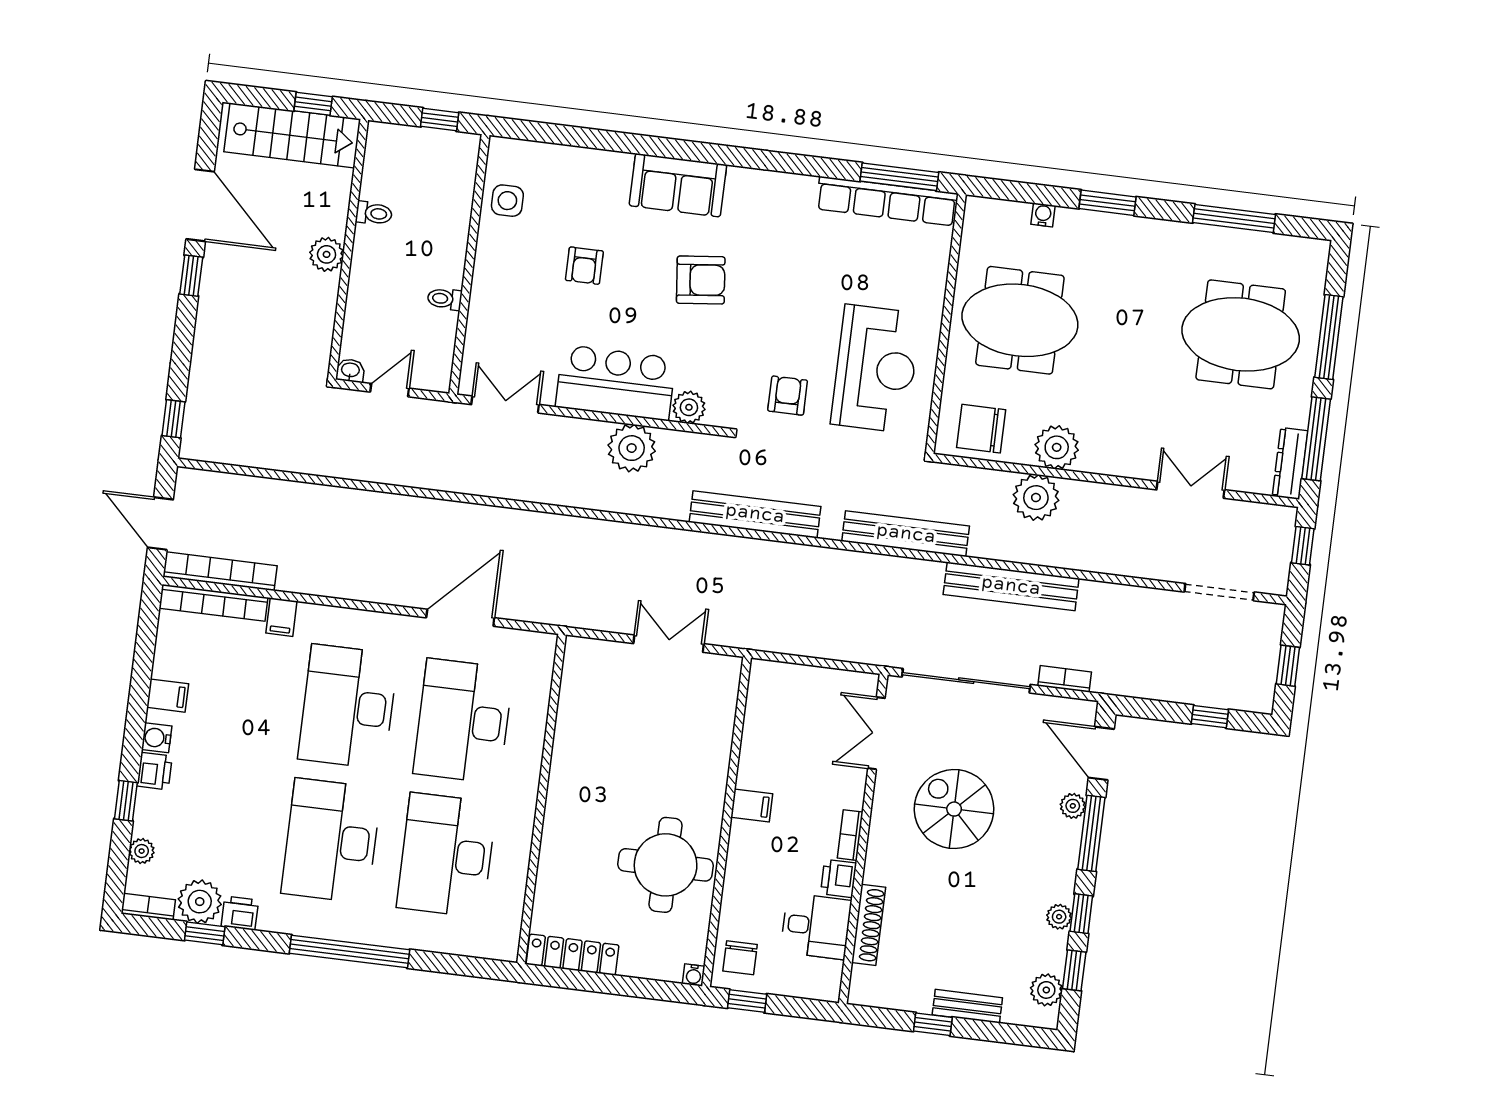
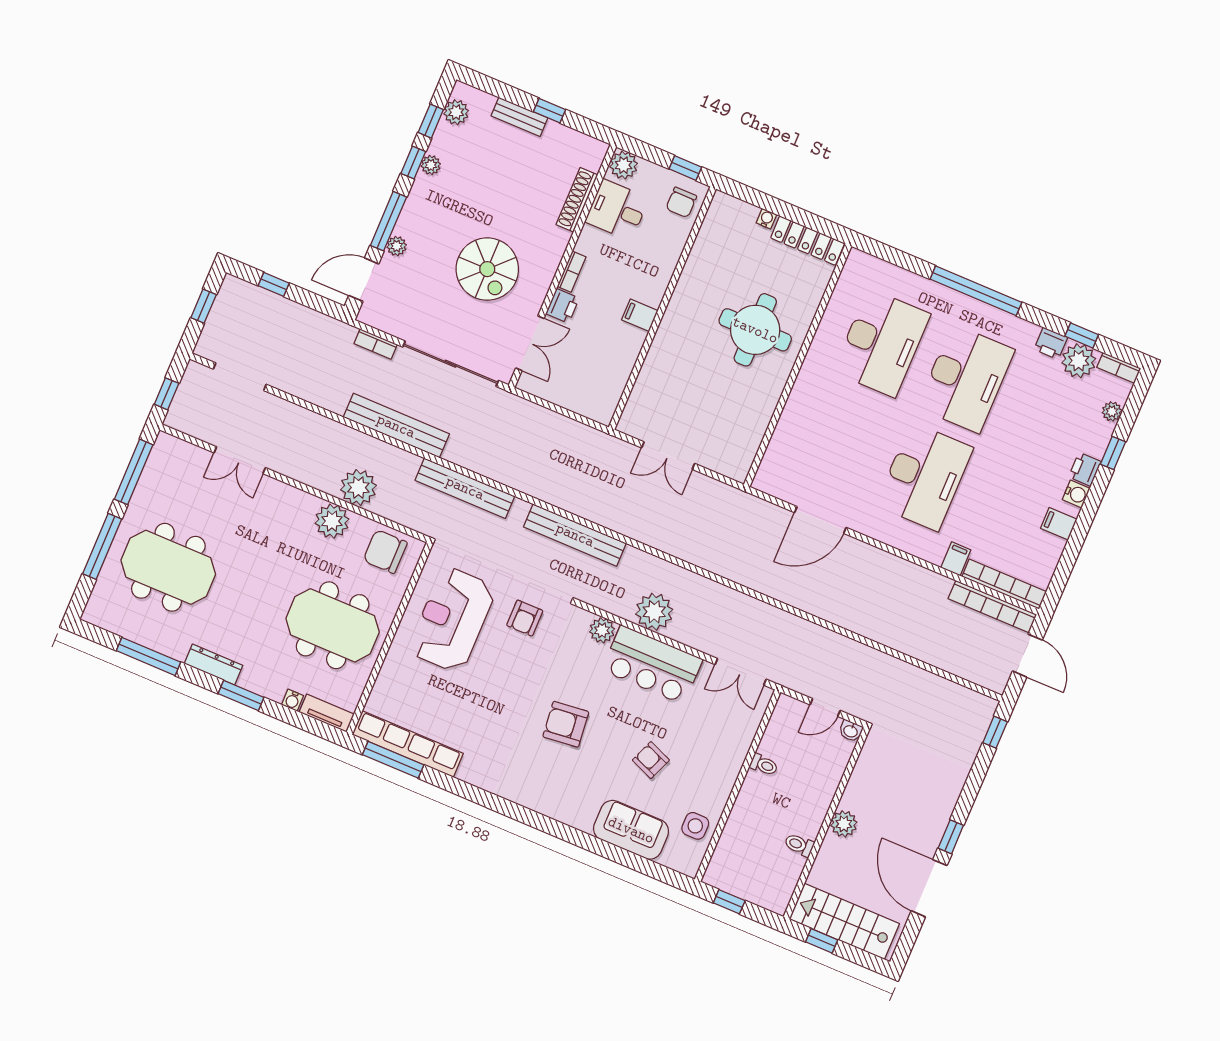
sofa: (678, 185) -> (631, 830), moved
tv unit: (997, 211) -> (327, 713), added
armchair: (584, 266) -> (651, 760), turned -68
chair: (981, 429) -> (385, 552), turned 180
dresser: (1290, 463) -> (213, 664), moved, turned -90
desk: (463, 721) -> (840, 441), removed
door: (1101, 753) -> (364, 280), swing flipped
round table: (666, 865) -> (755, 330), moved
printer: (838, 878) -> (562, 306), moved
chair: (740, 958) -> (681, 202), turned 180
water cooler: (694, 975) -> (766, 219), moved
plant: (823, 983) -> (624, 165), added

